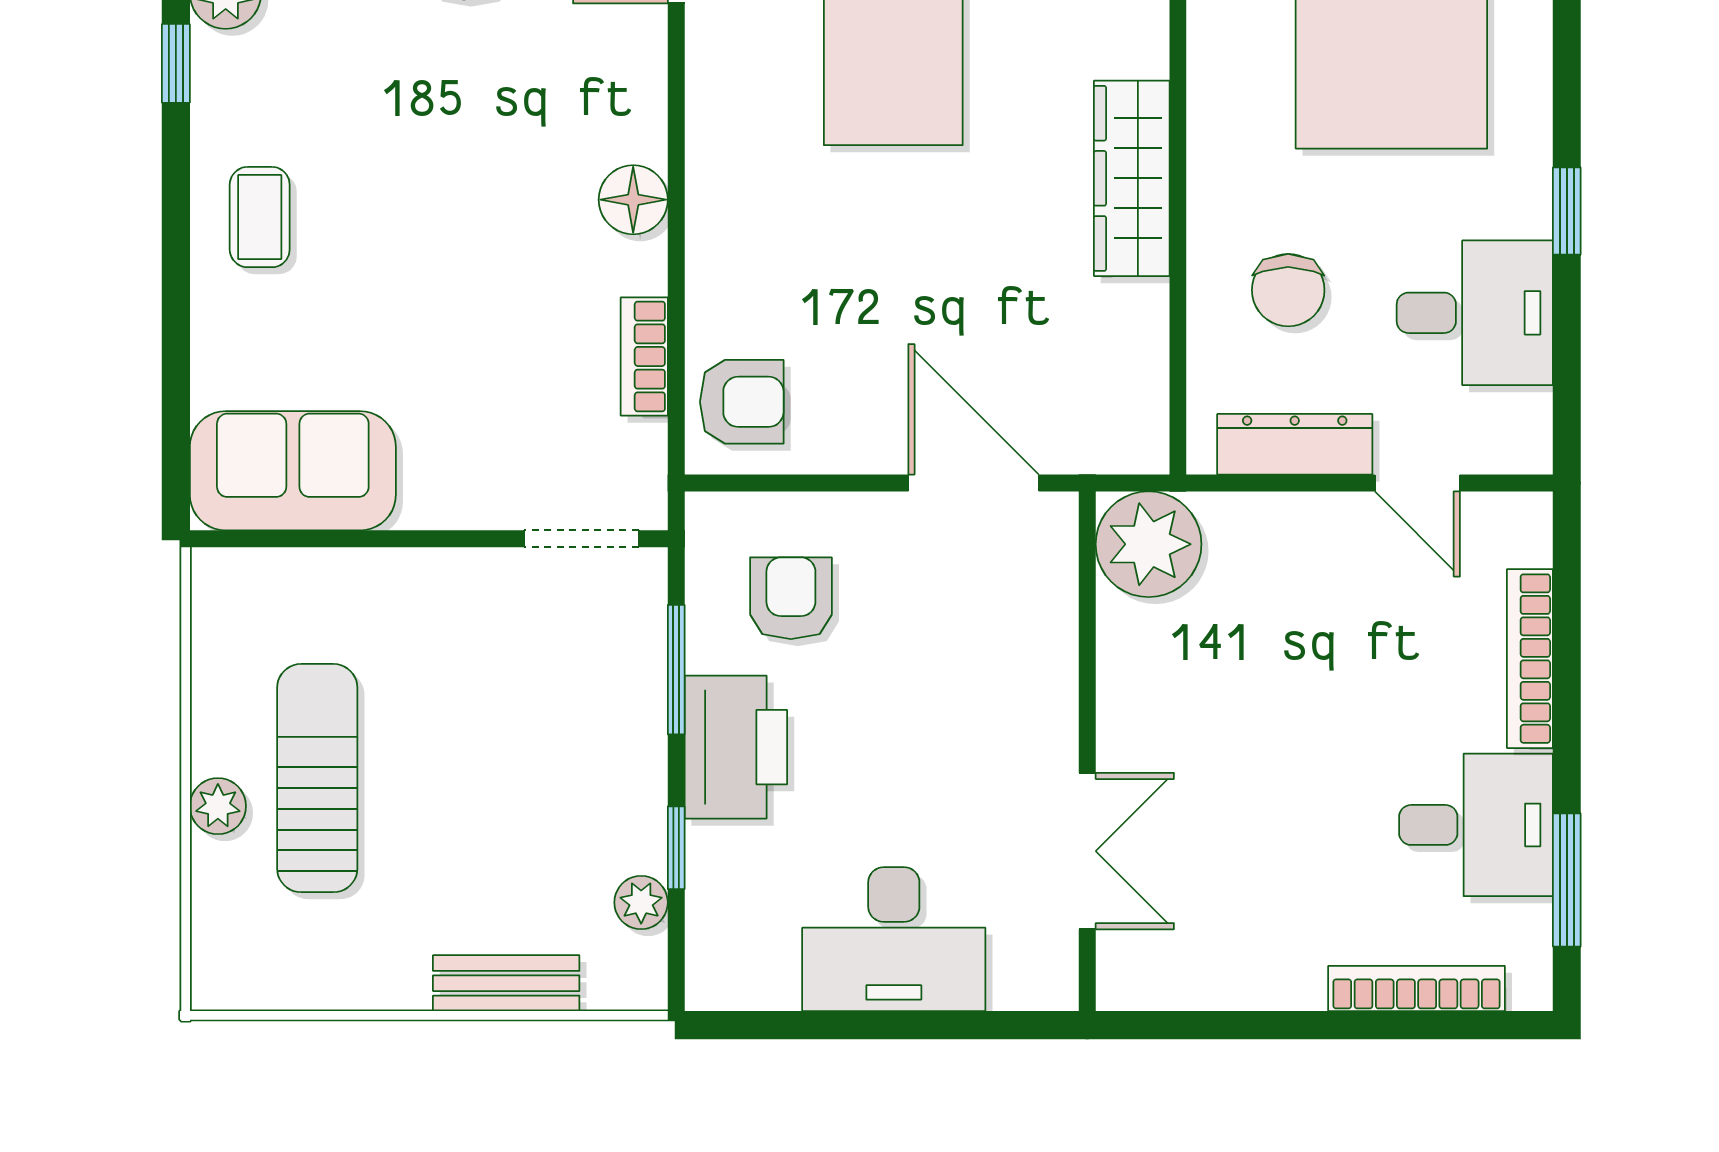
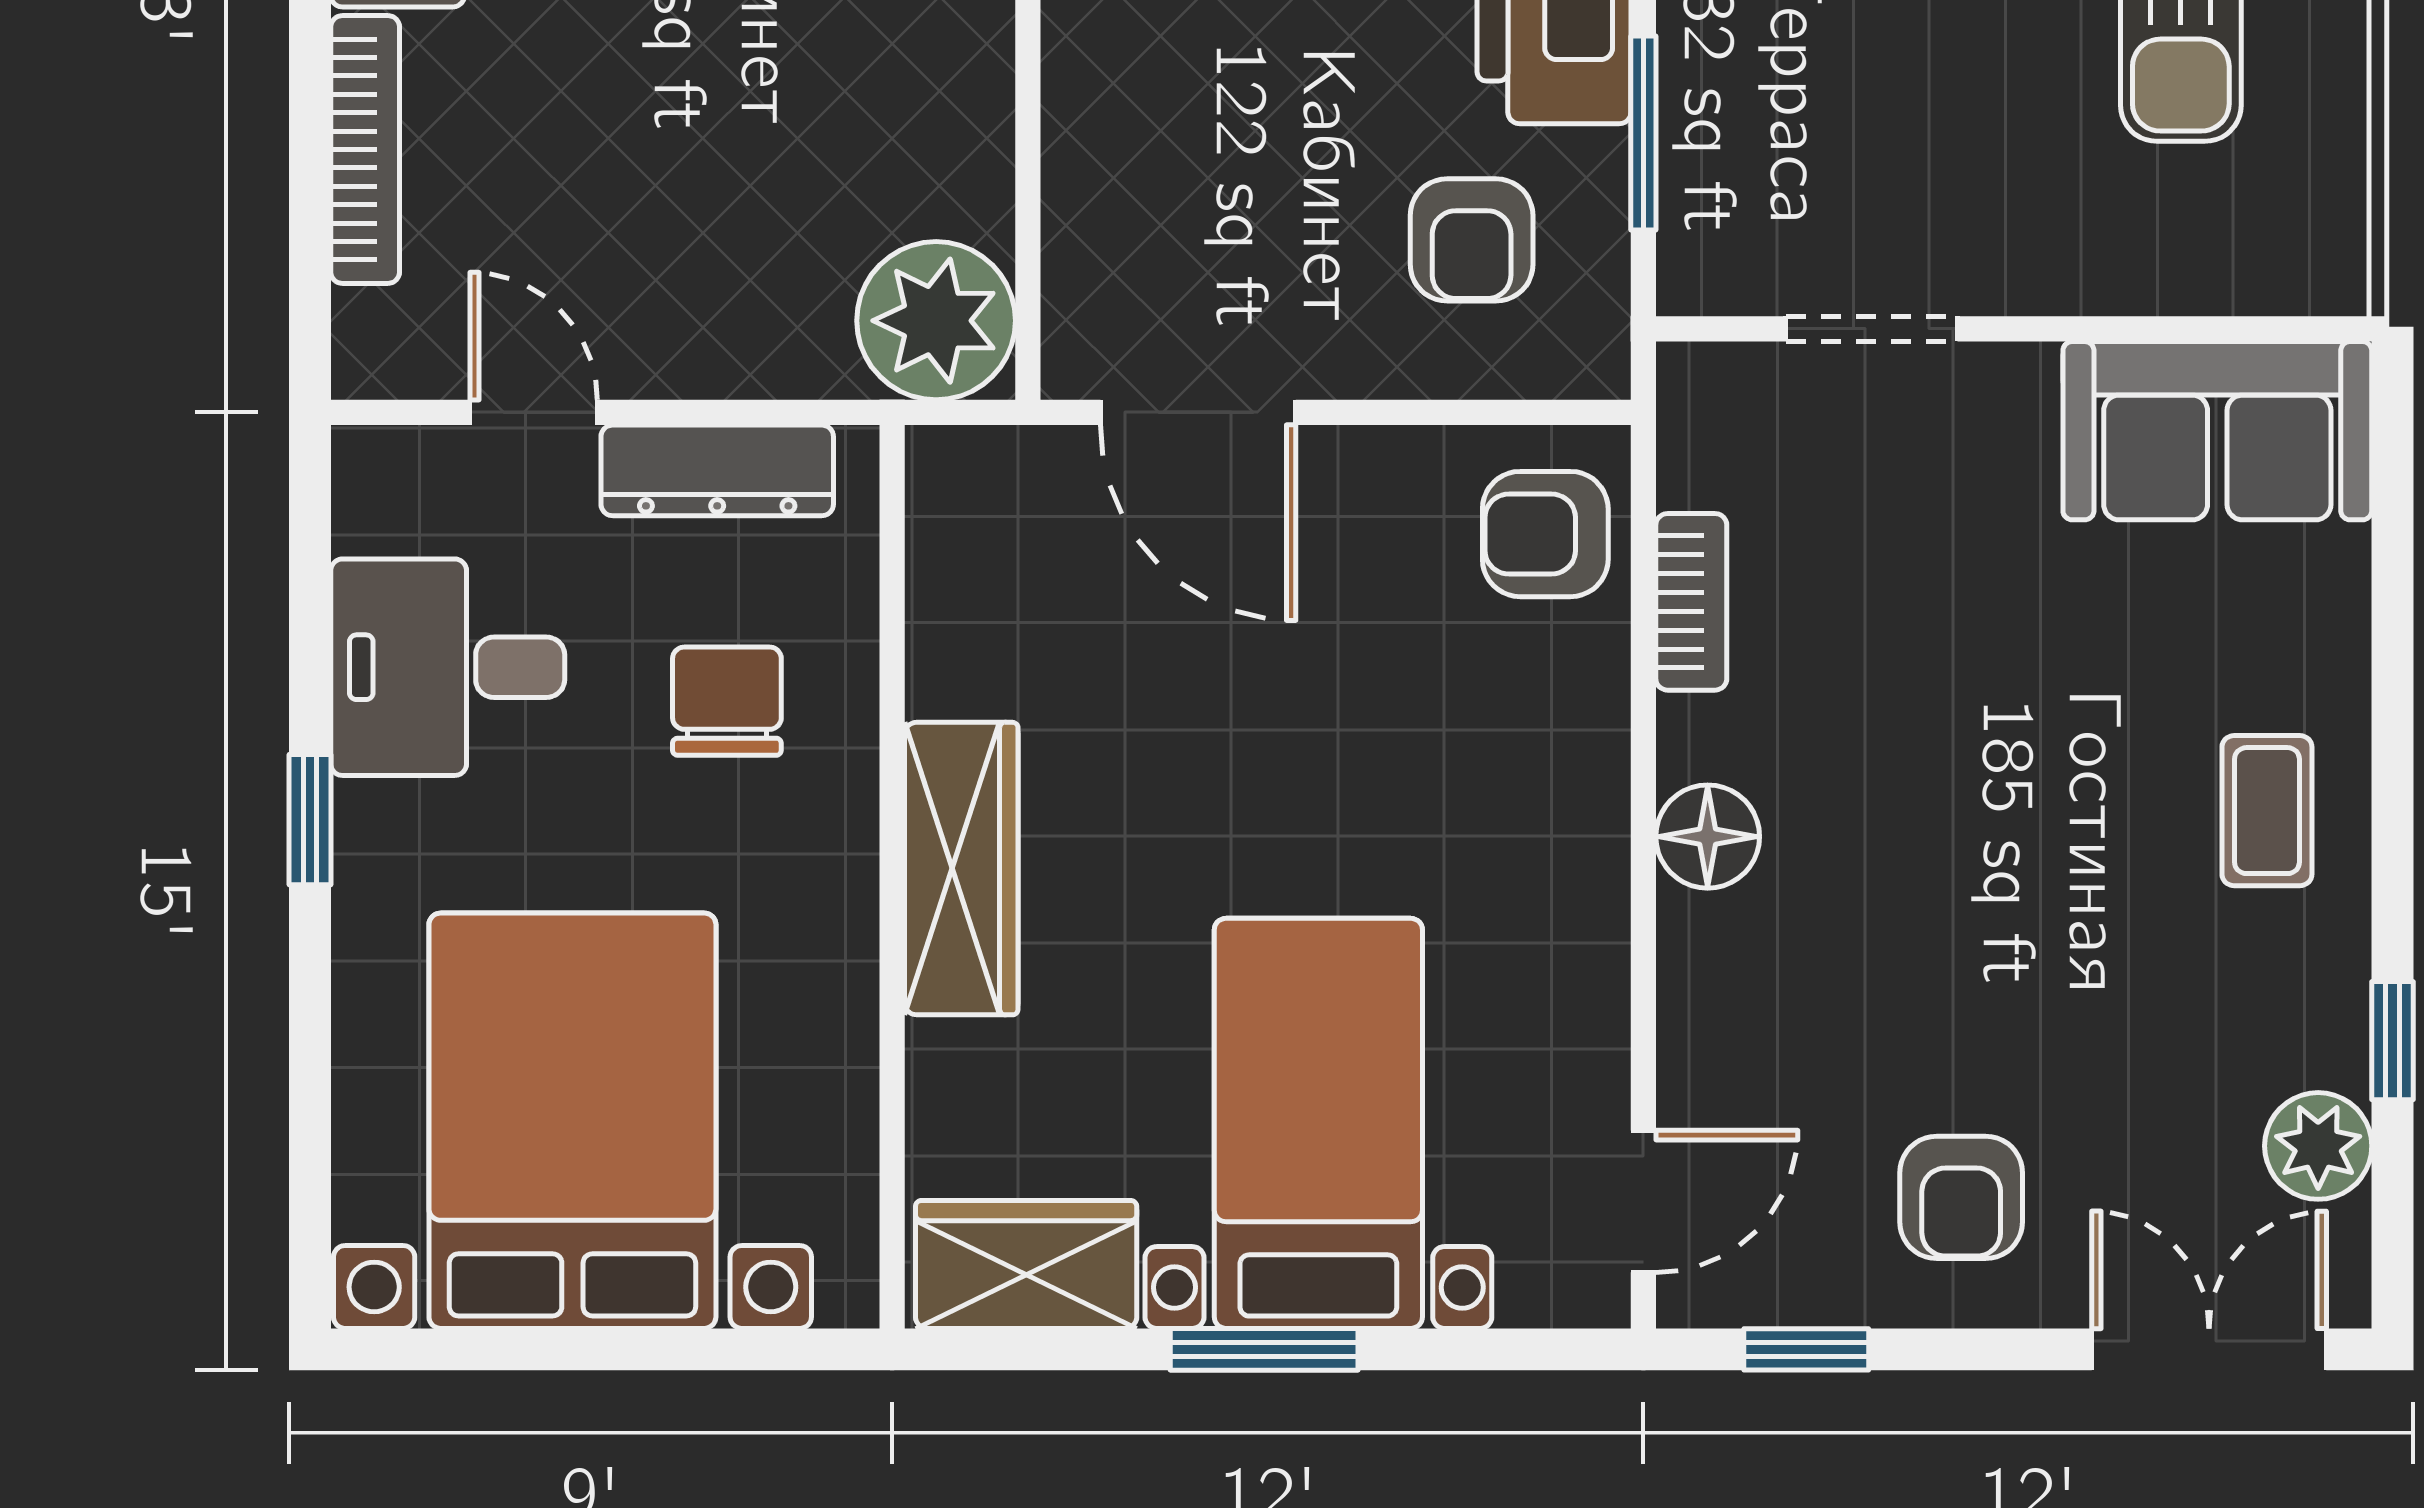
doorway: (582, 539) -> (1872, 329), moved

